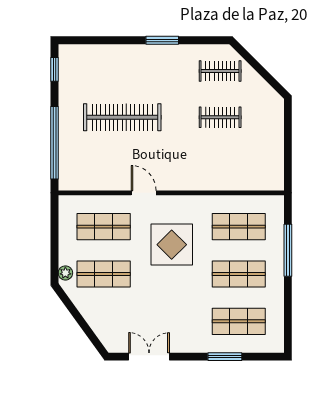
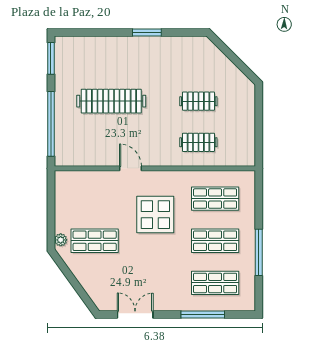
window: (54, 69) -> (51, 58), width x1.50
clothes rail: (220, 71) -> (198, 142), moved
shop shelf: (104, 227) -> (95, 199), removed
window: (288, 250) -> (259, 252), moved
window: (225, 357) -> (203, 314), width x1.44

